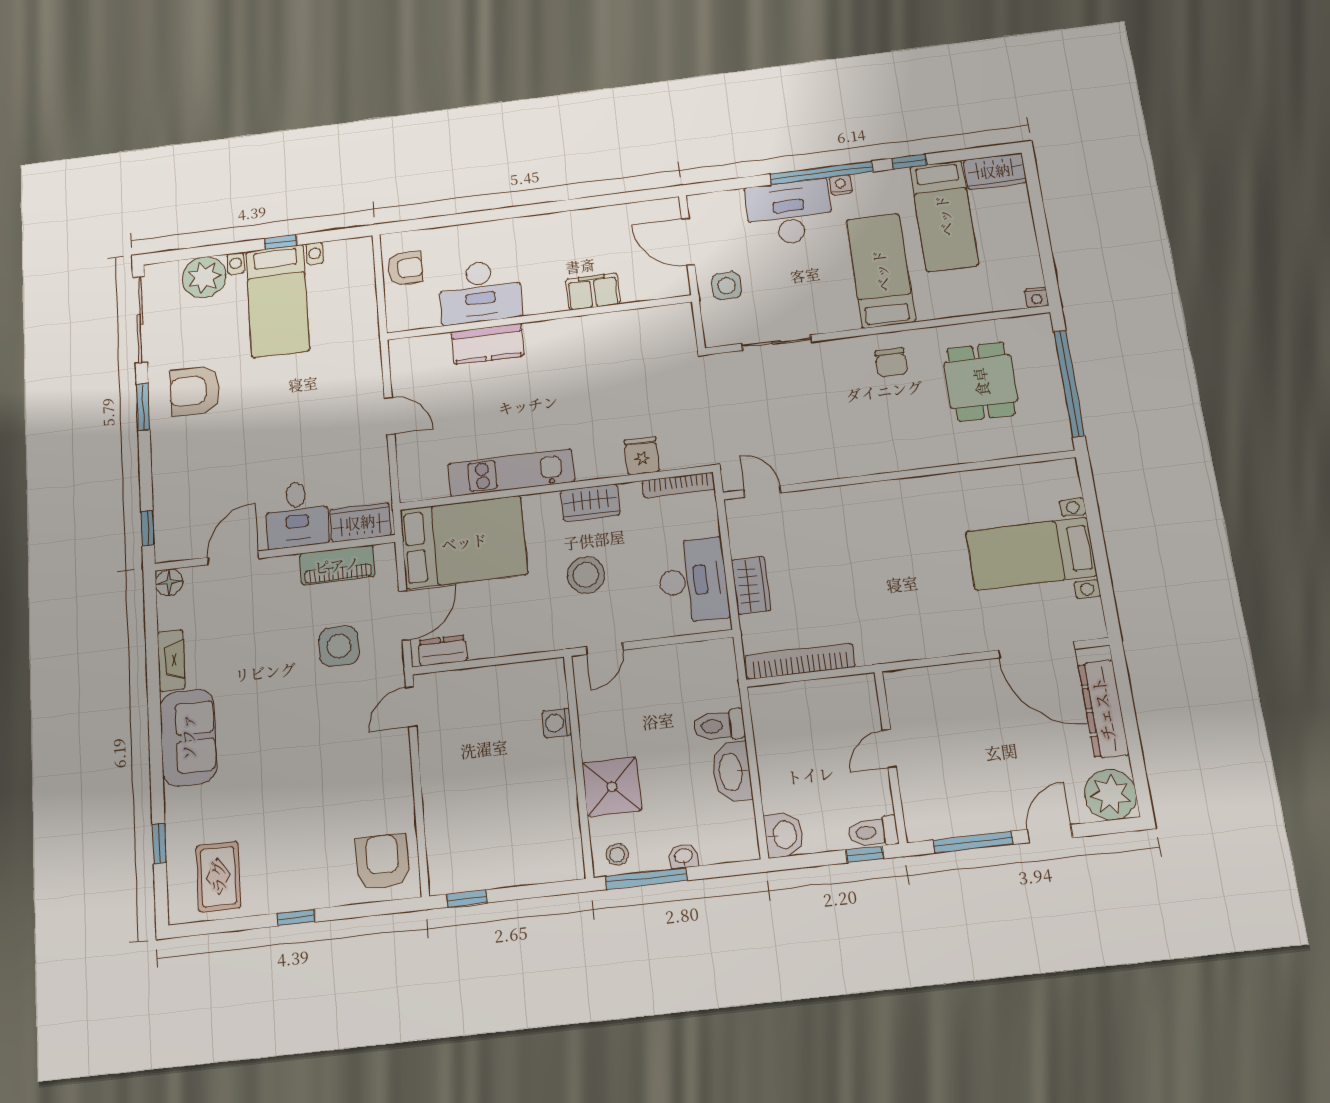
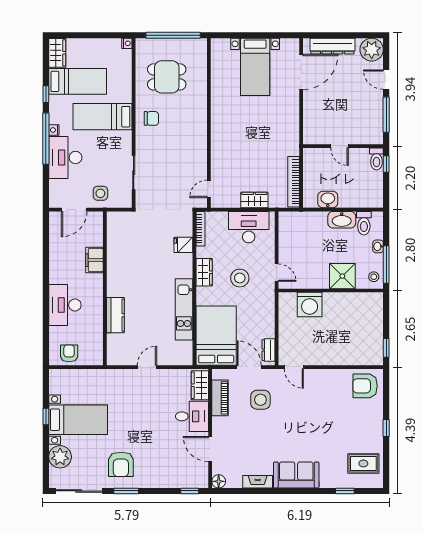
desk: (480, 292) -> (65, 305), moved, turned 180
washing machine: (557, 723) -> (310, 305), width x1.89, depth x1.89
toilet: (719, 726) -> (364, 223), moved
washbasin: (784, 835) -> (328, 200), moved

